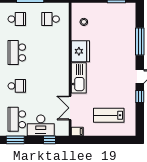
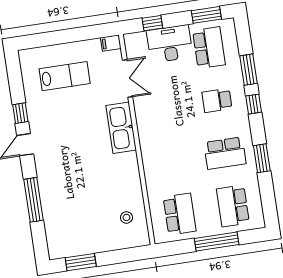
school desk: (17, 19) -> (233, 206), width x1.85
school desk: (51, 19) -> (180, 214), width x1.85
fridge: (80, 51) -> (125, 170), removed
school desk: (17, 52) -> (225, 153), turned 90

